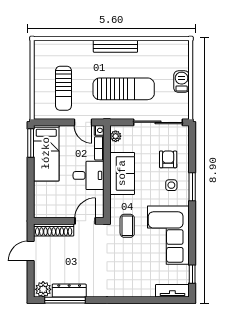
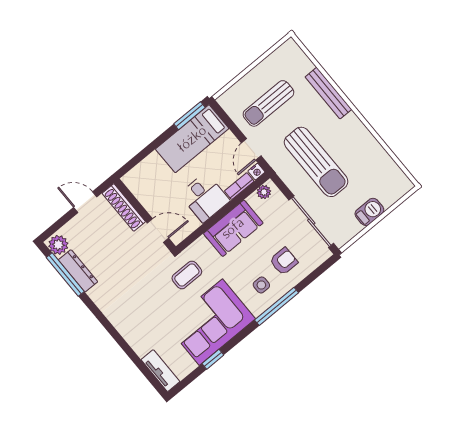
bench: (115, 46) -> (328, 93), moved
window: (192, 187) -> (277, 306), width x1.44
window: (192, 274) -> (213, 359), moved

